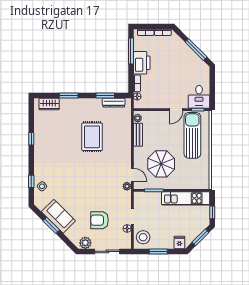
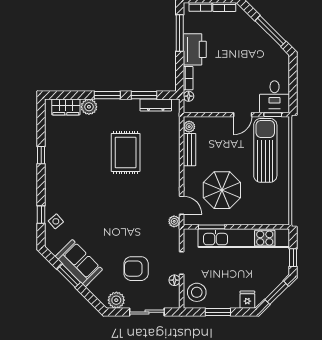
window: (69, 96) -> (107, 95), moved
plant: (66, 104) -> (89, 107), added
kitchen unit: (186, 198) -> (244, 238), width x1.36

